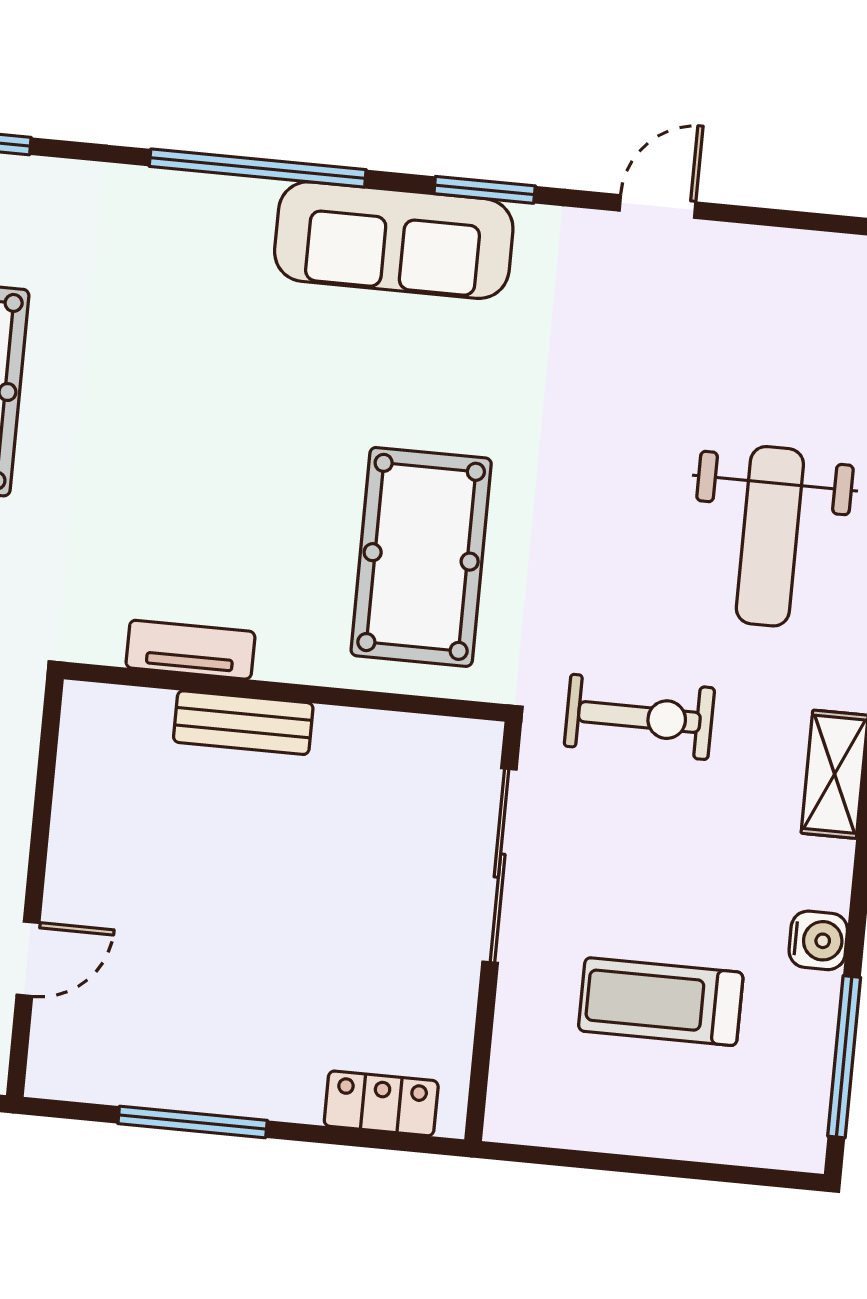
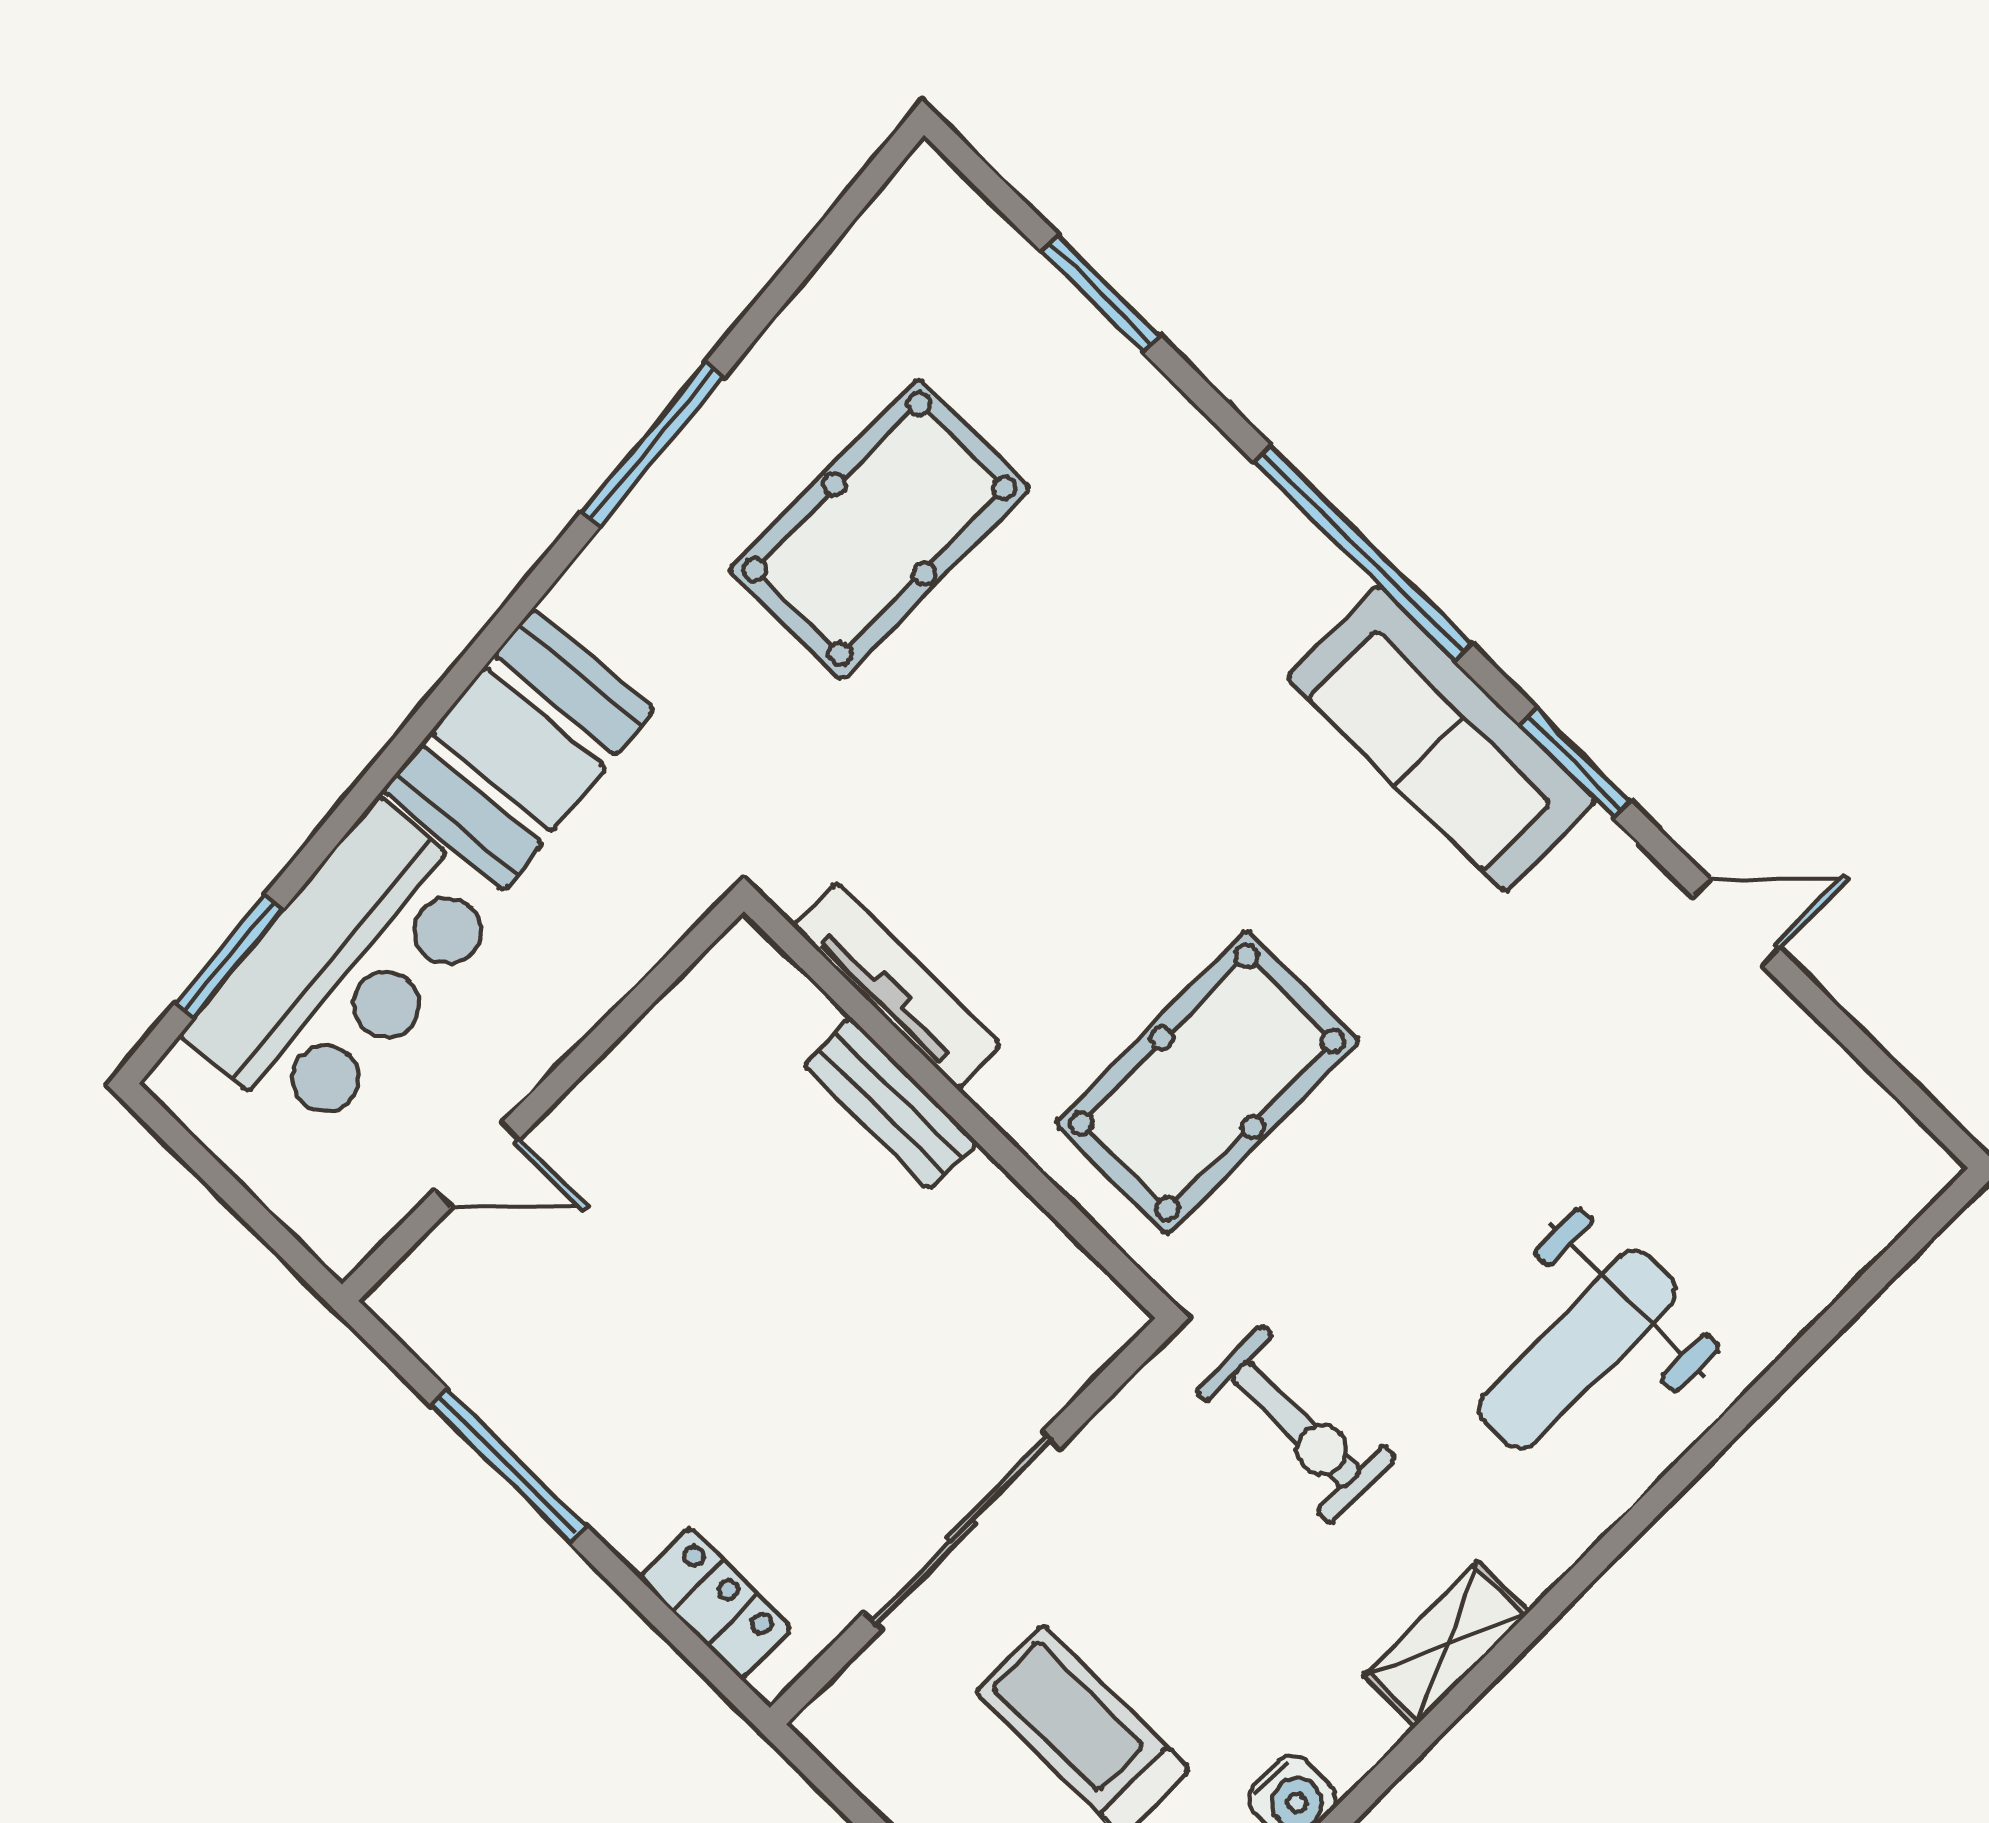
tv unit: (190, 650) -> (897, 986), width x1.41
sliding door: (500, 866) -> (962, 1530), moved

